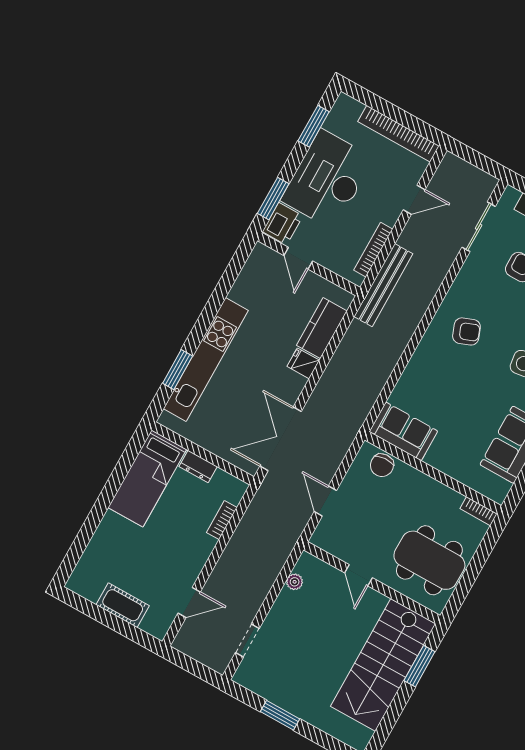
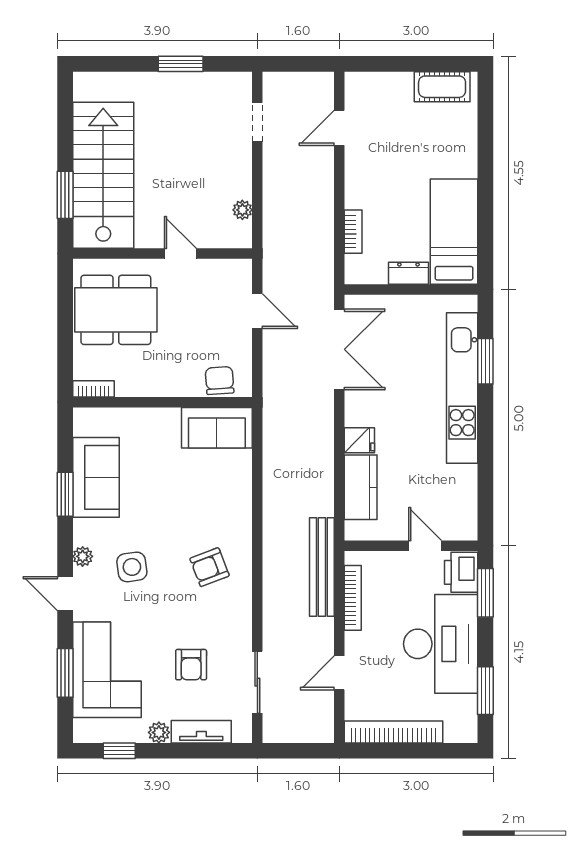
cot: (123, 605) -> (442, 87), moved

